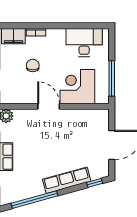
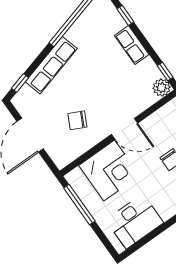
chair: (75, 133) -> (77, 120), added

